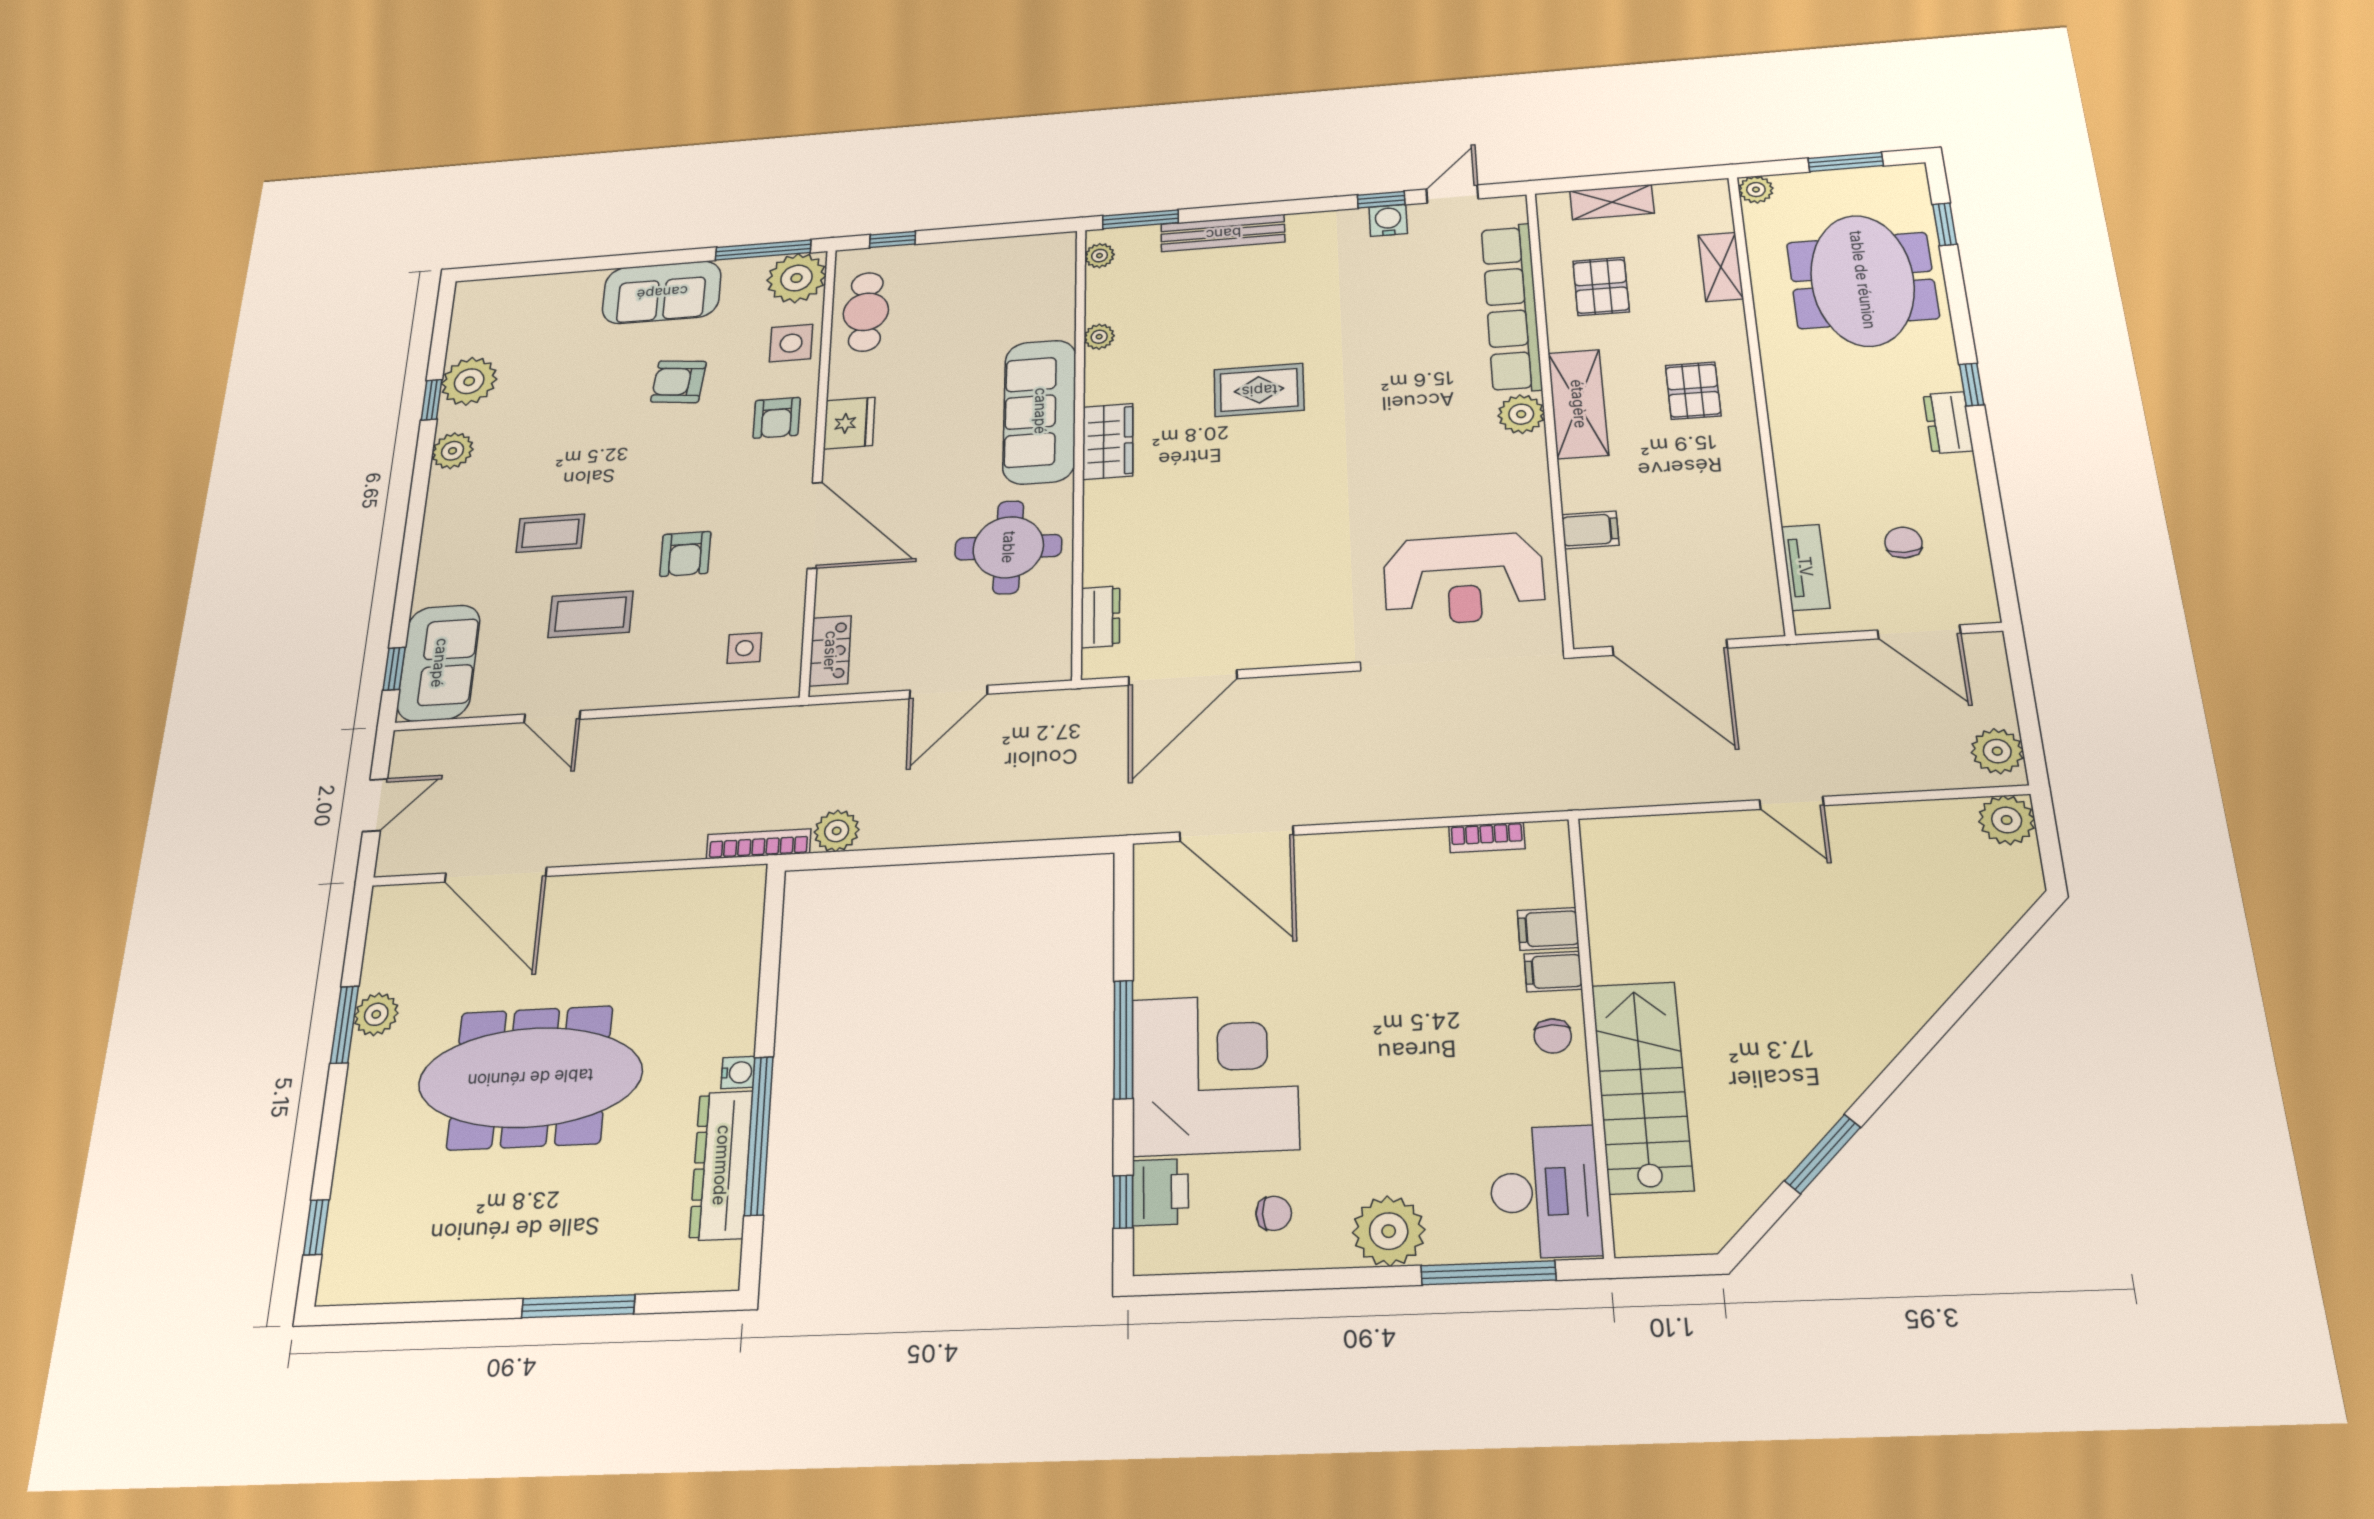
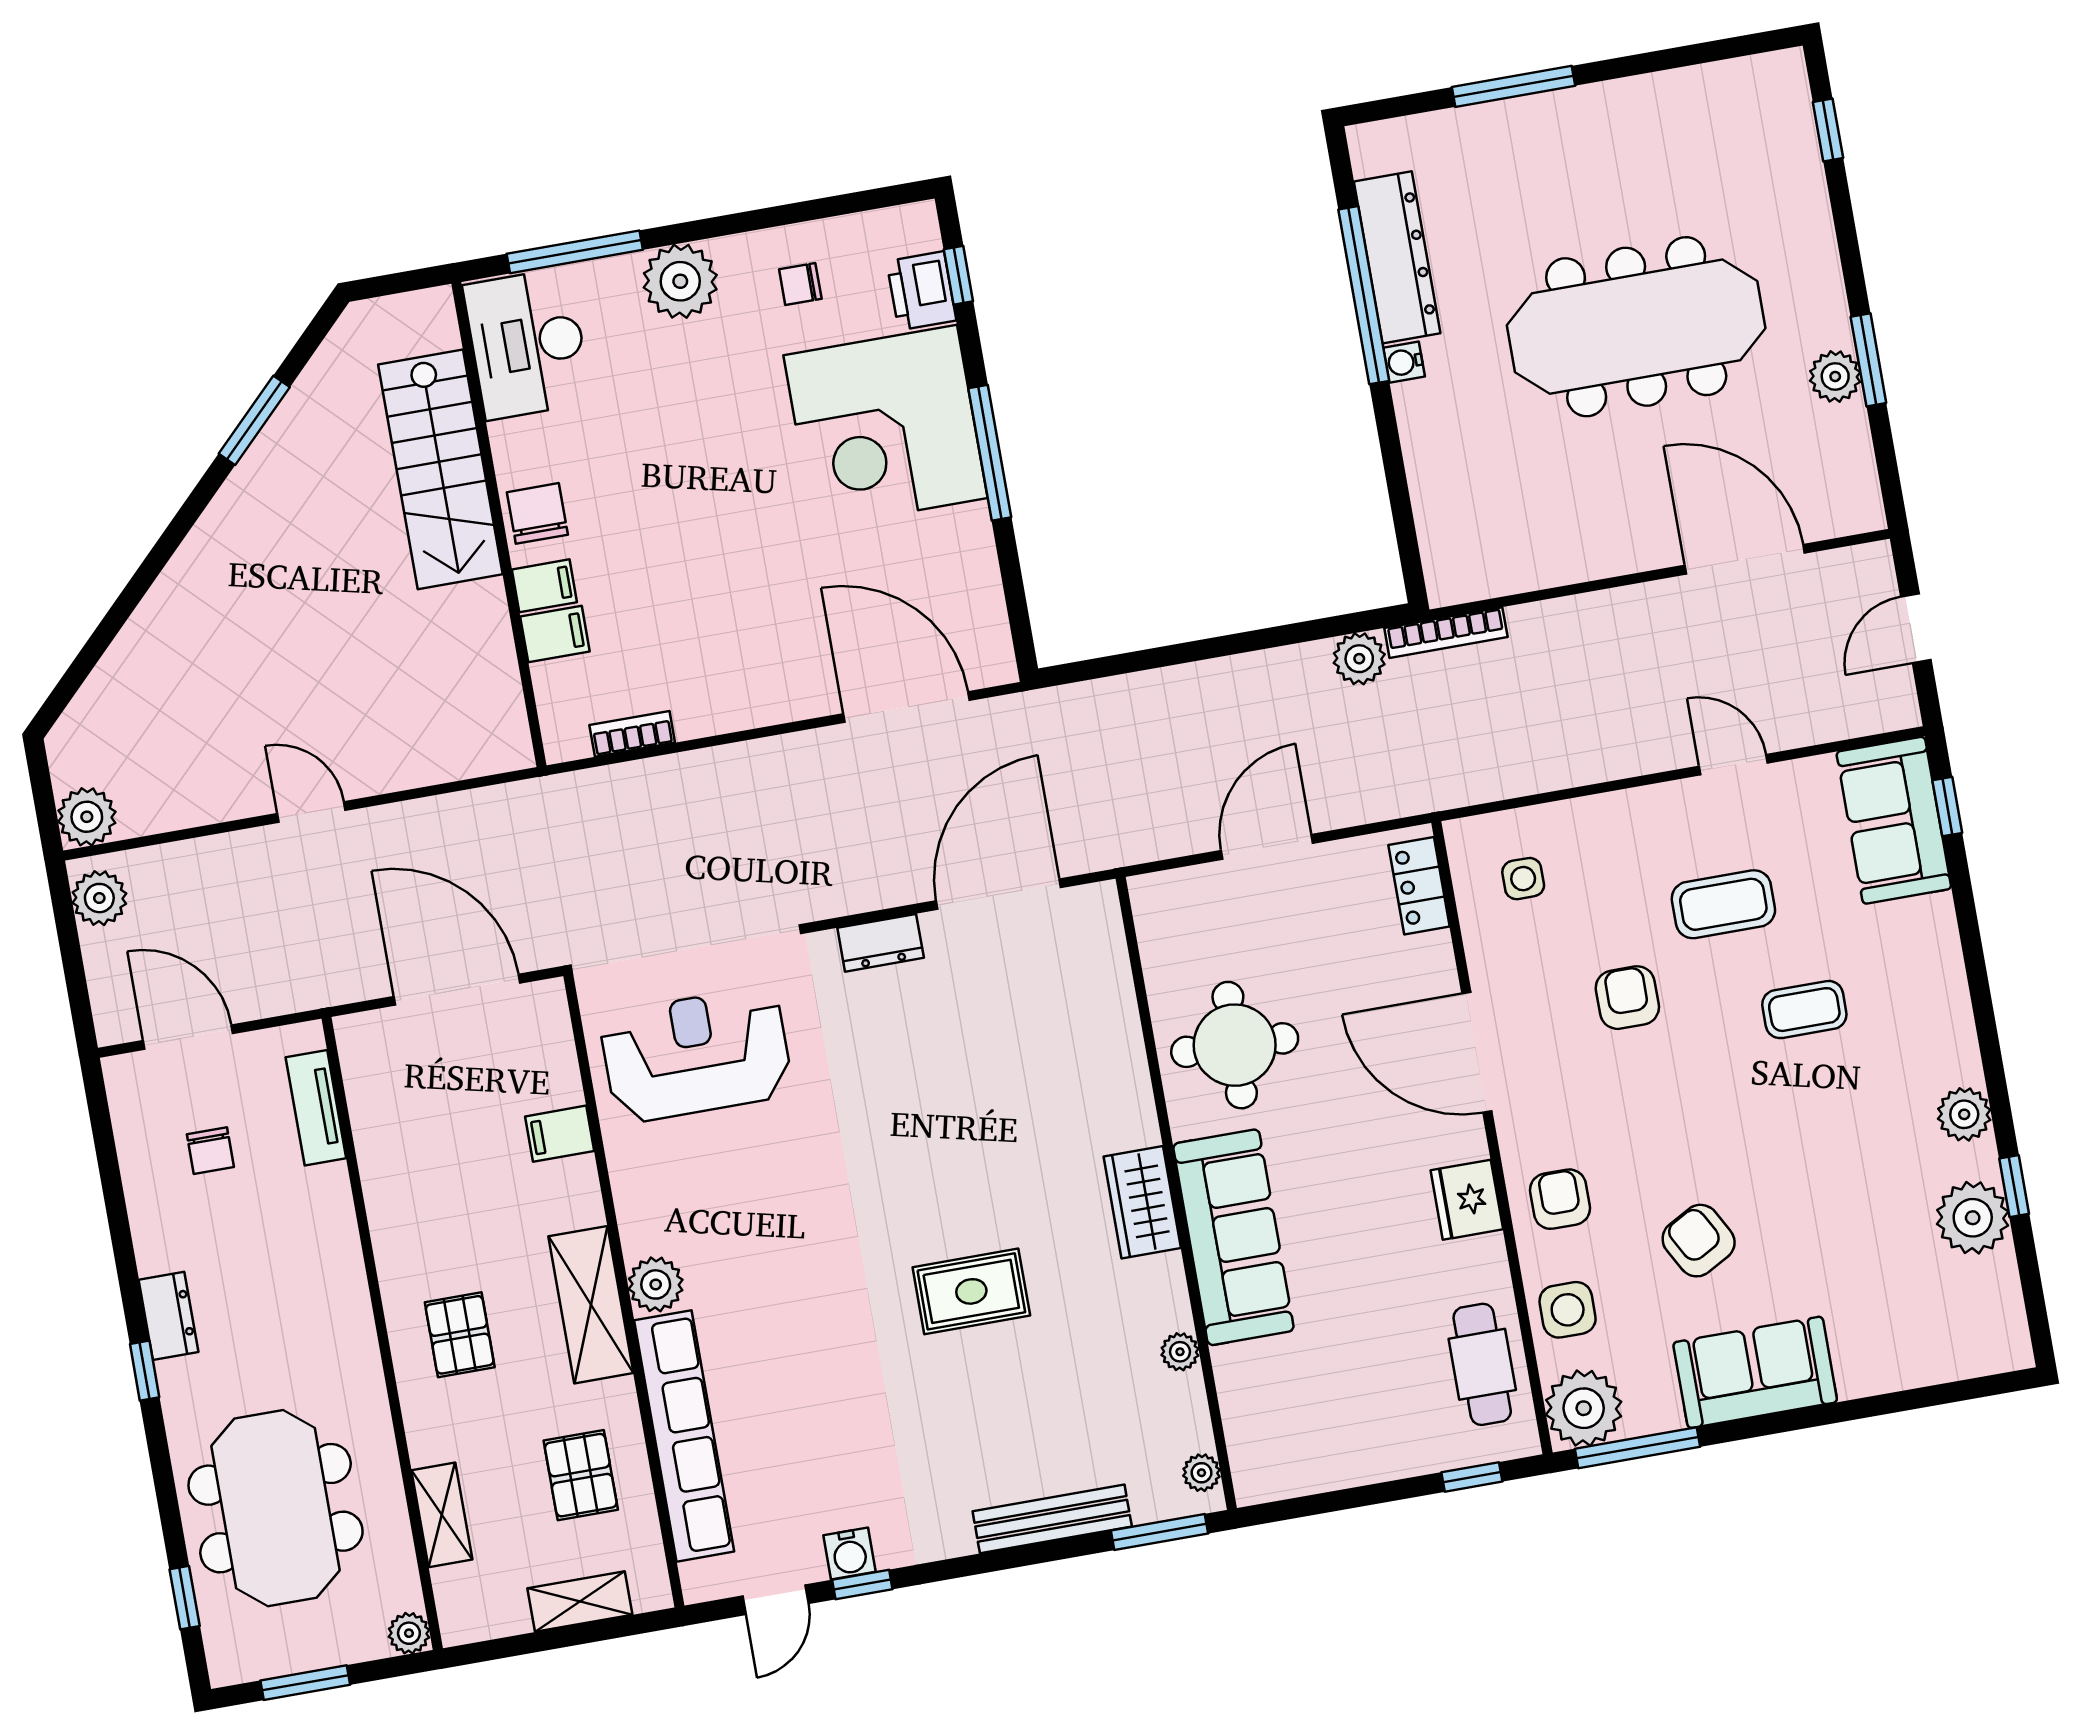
armchair: (678, 382) -> (1699, 1241), turned -125
dresser: (1100, 617) -> (881, 943), moved, turned -90
chair: (1553, 1036) -> (537, 513), width x1.37, depth x1.37

